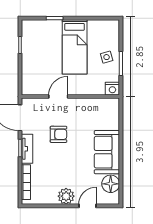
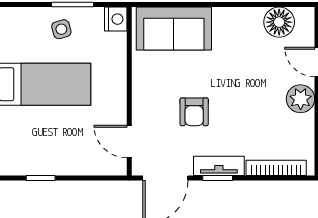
door: (58, 97) -> (129, 142), moved
armchair: (58, 134) -> (194, 112), turned 180
sofa: (107, 152) -> (174, 29), moved

